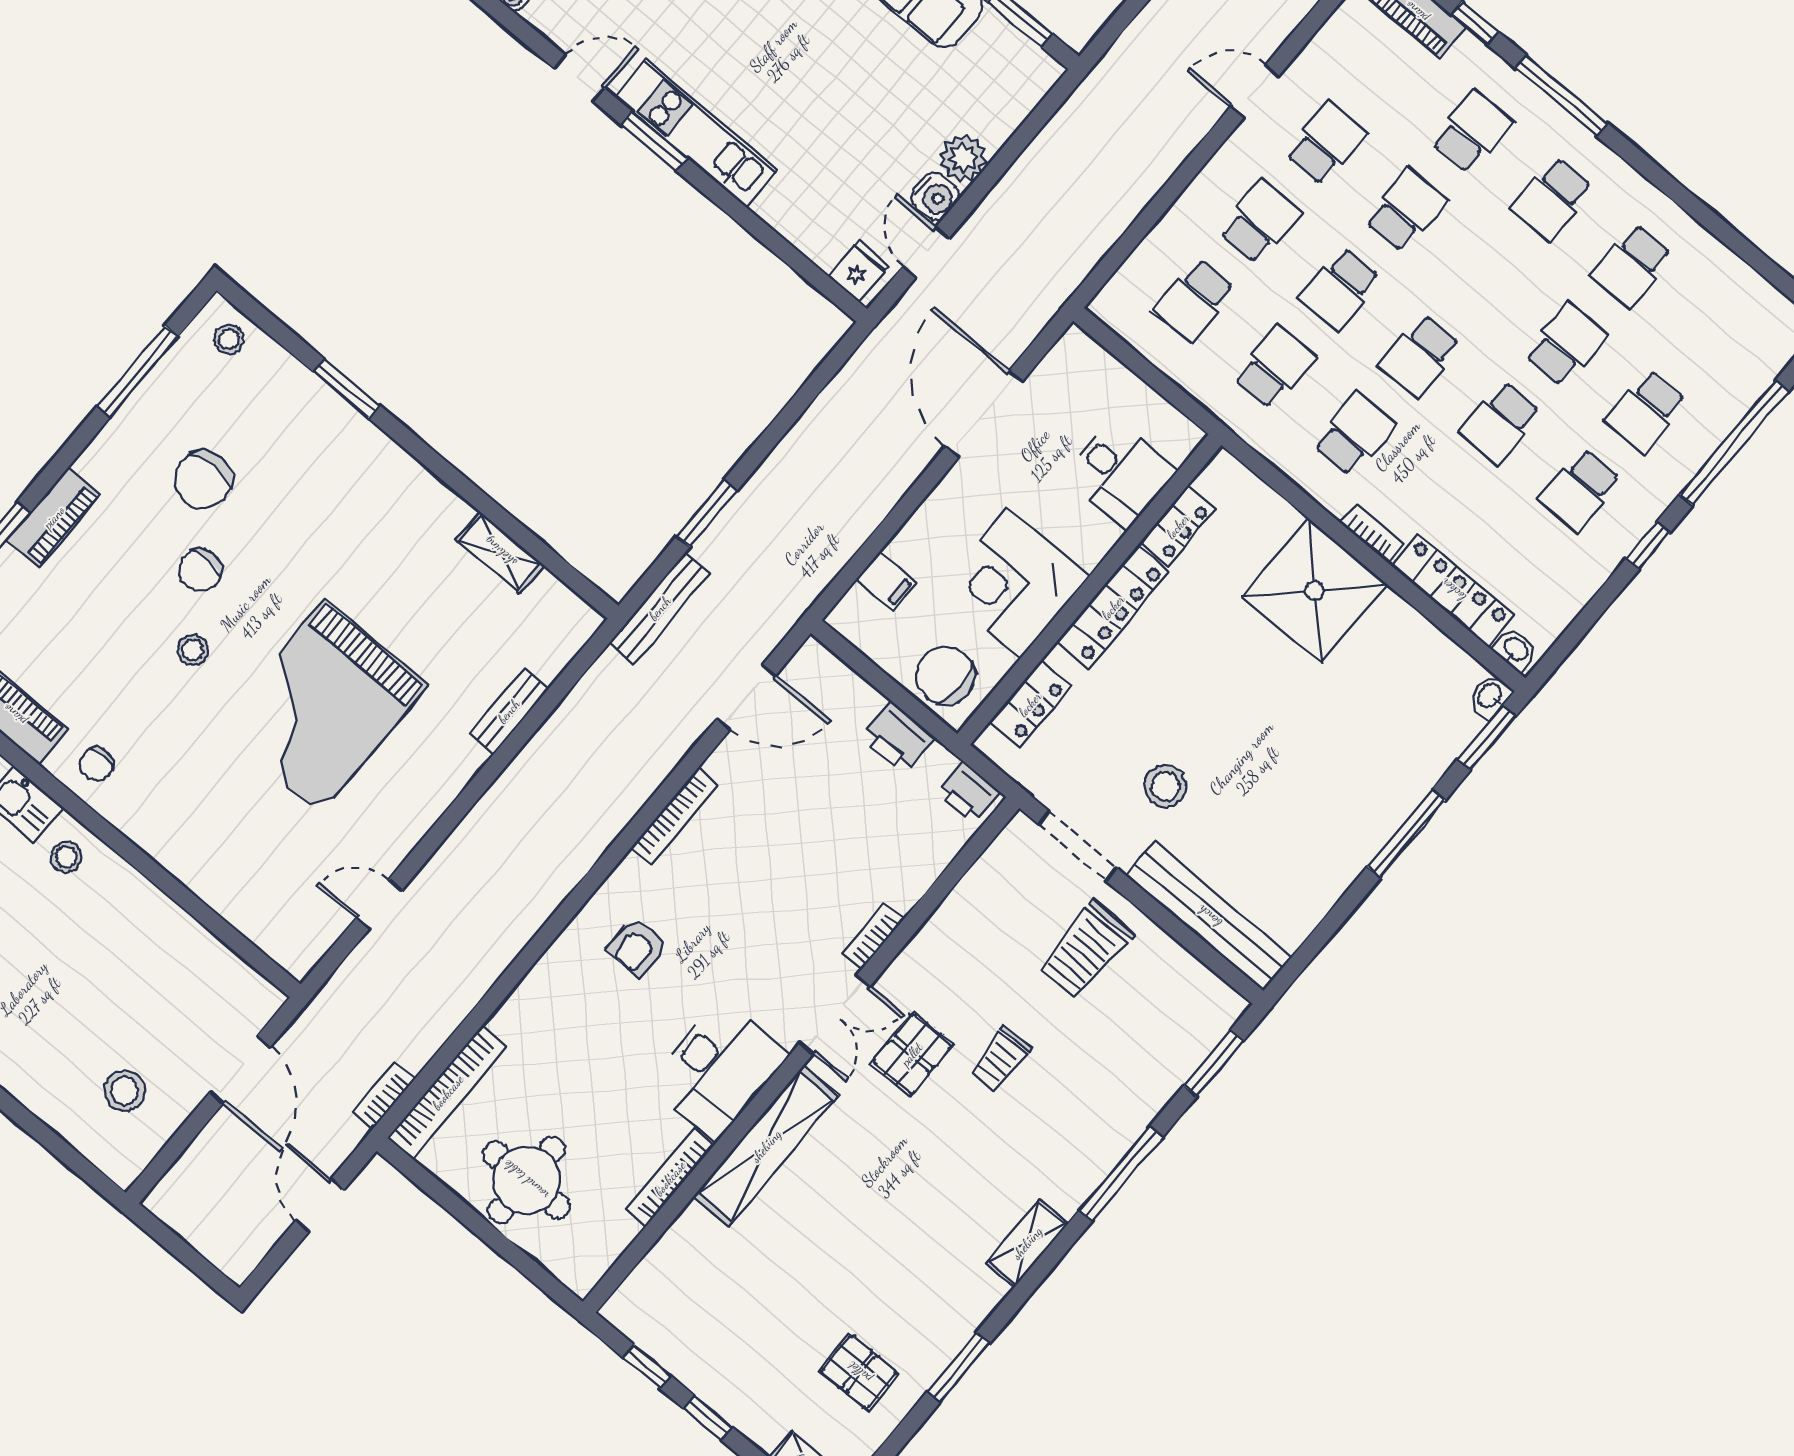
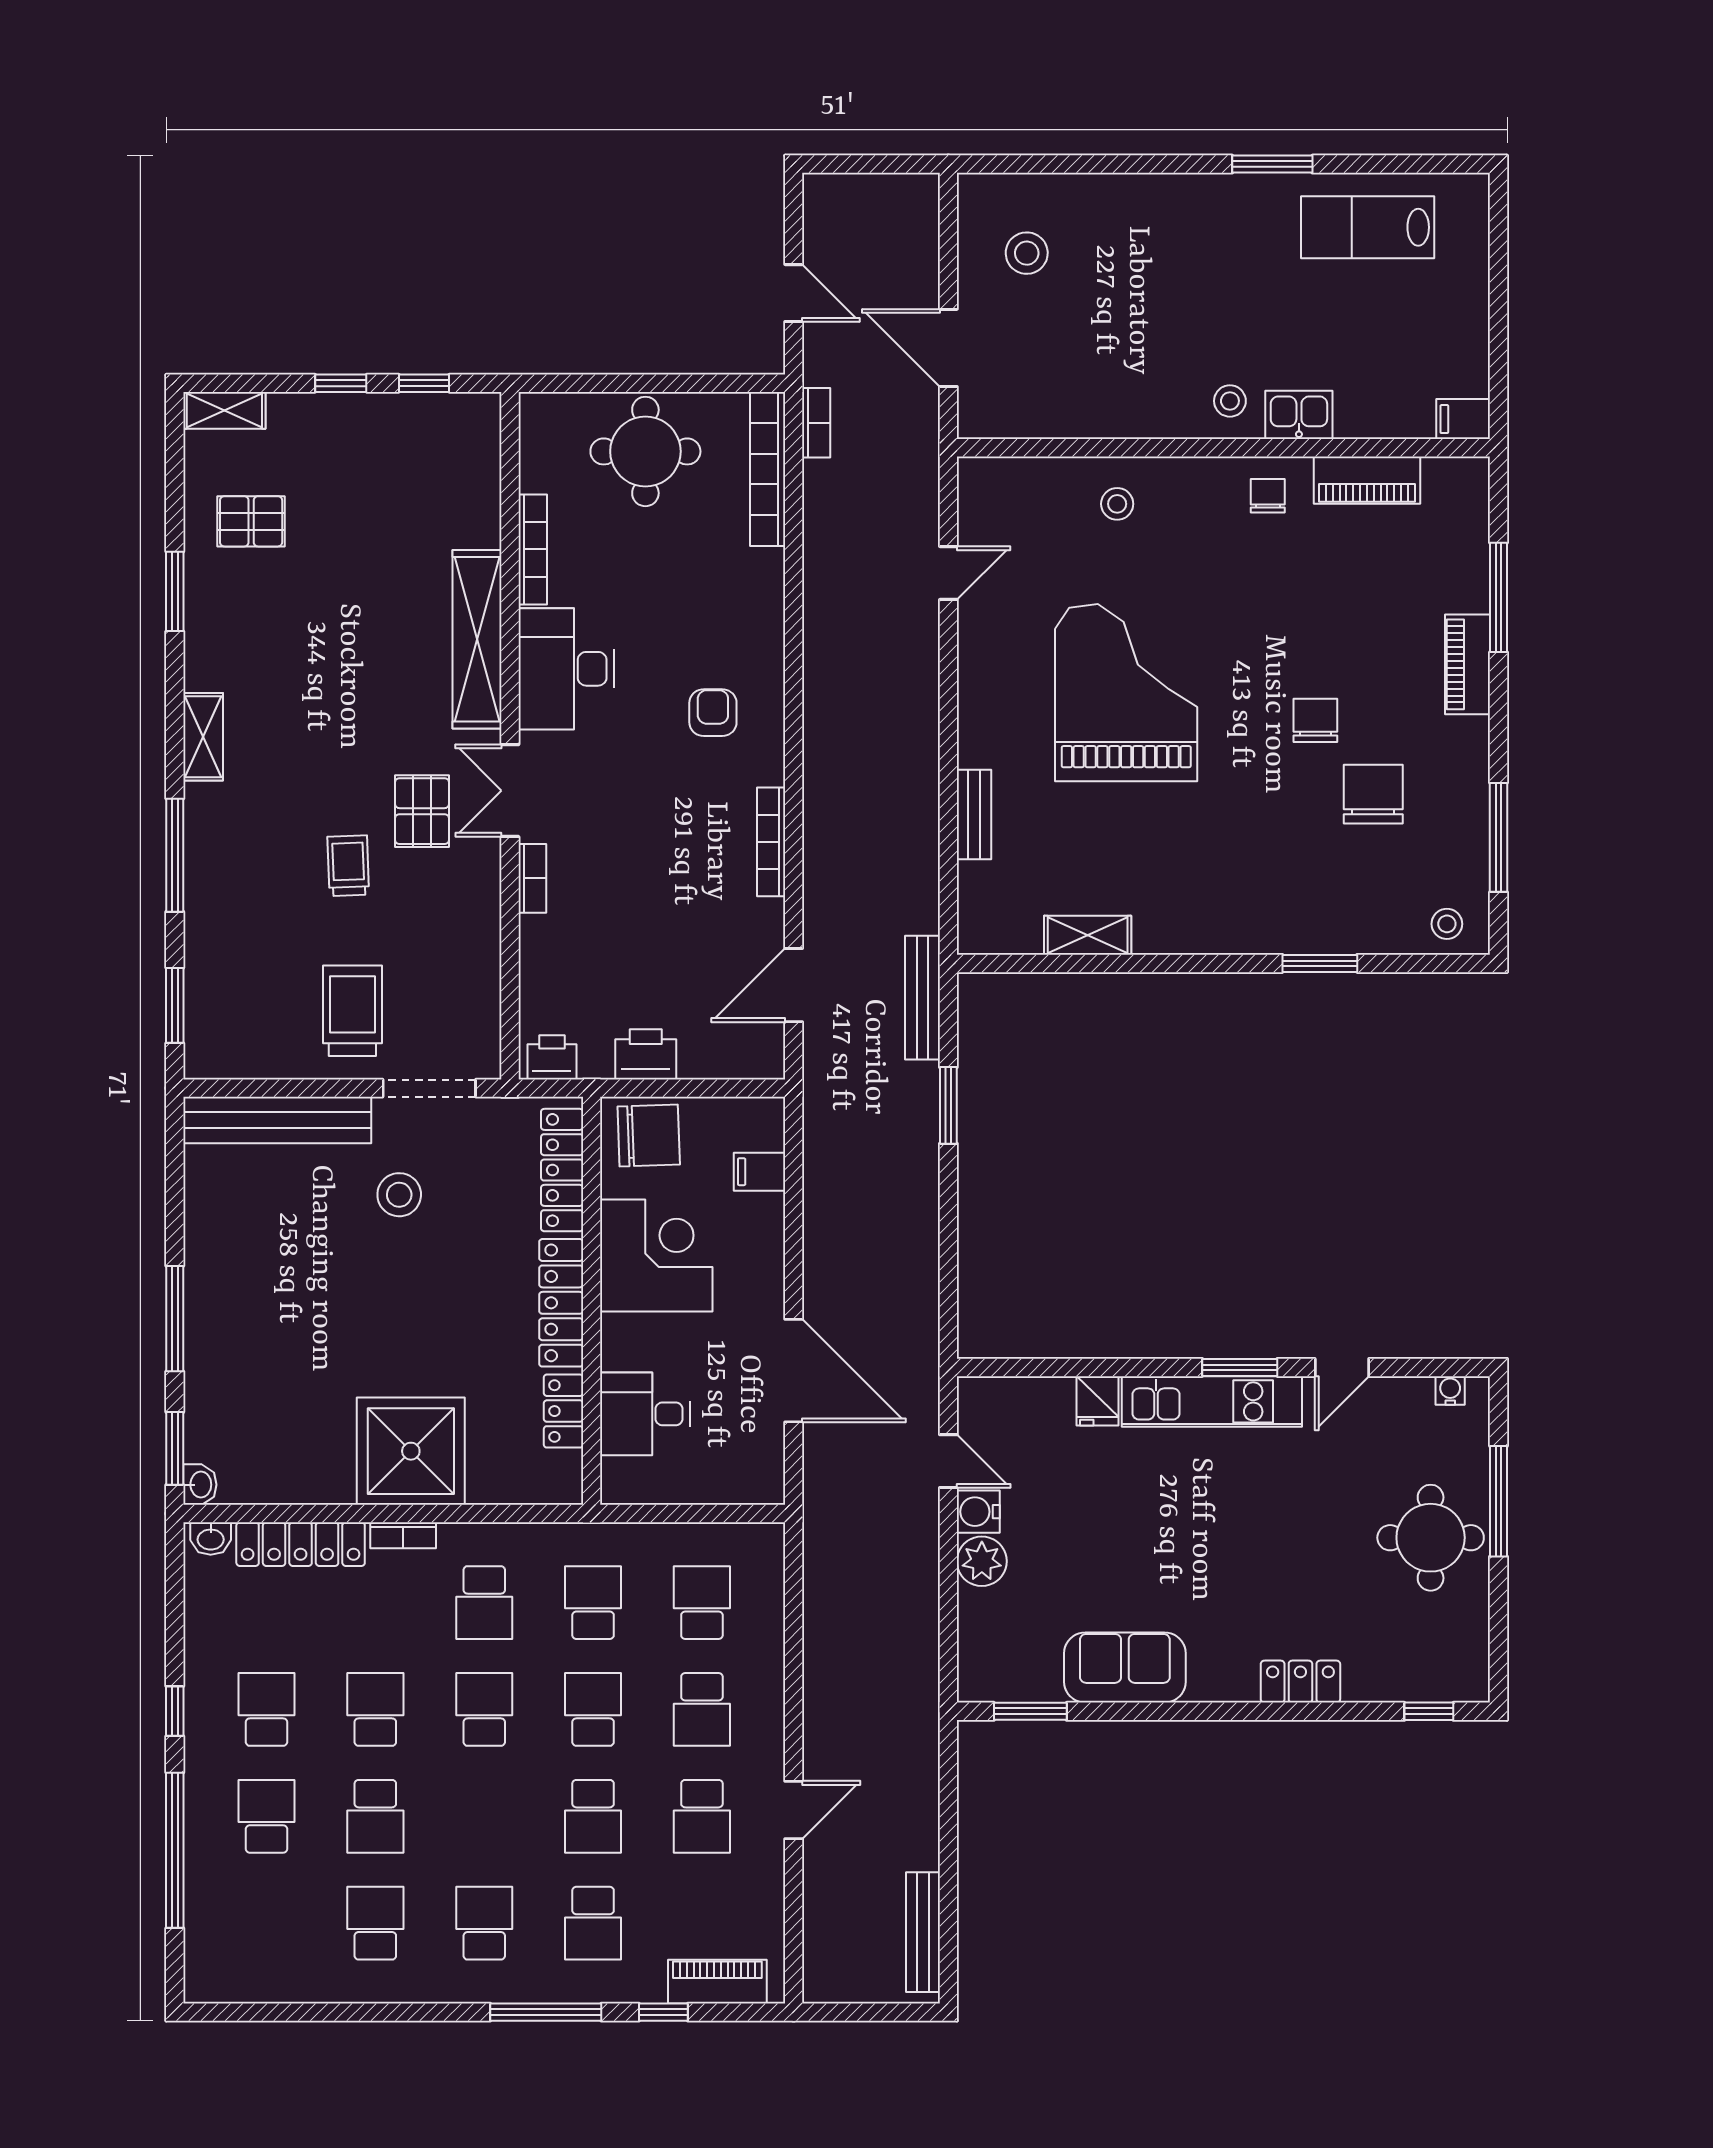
fridge: (859, 271) -> (1098, 1401), moved
school desk: (1274, 367) -> (593, 1603), turned 180
stool: (193, 650) -> (1117, 504), moved
locker: (1030, 704) -> (562, 1170), width x1.53

